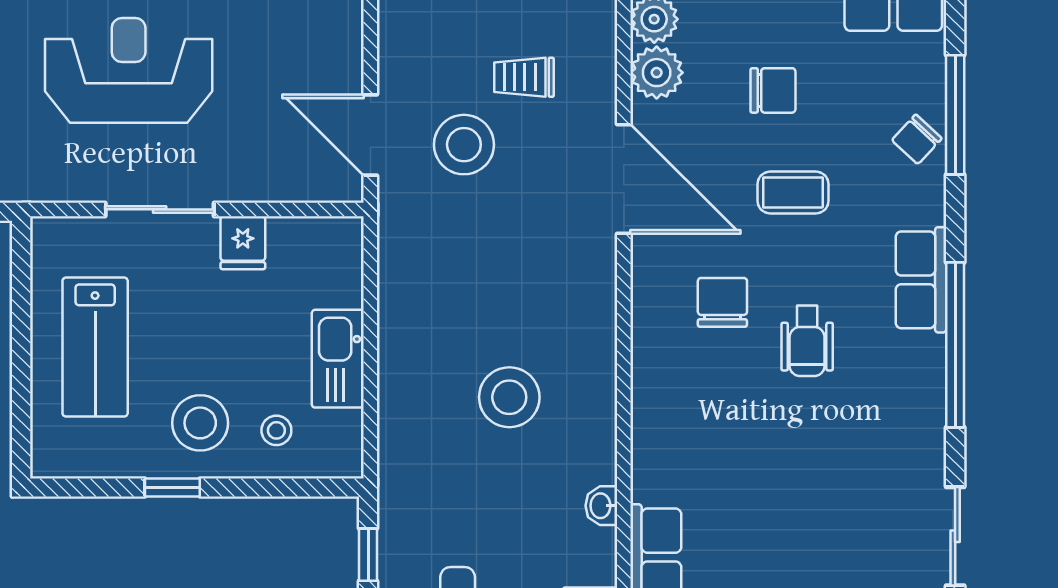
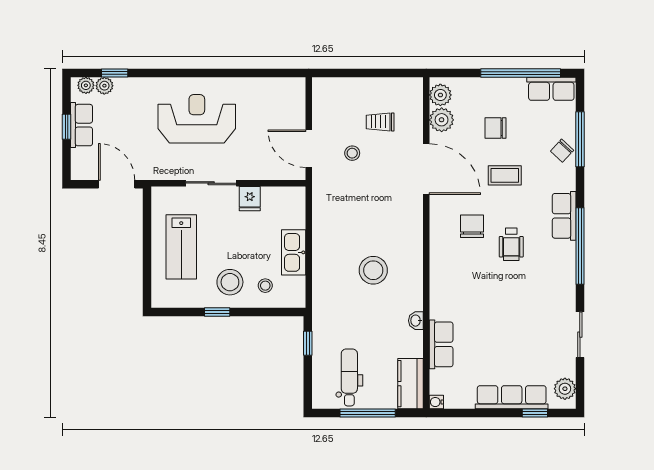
chair: (773, 90) -> (495, 128), turned 180
stool: (464, 145) -> (352, 153), width x0.53, depth x0.53

